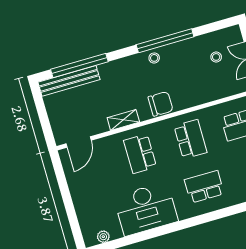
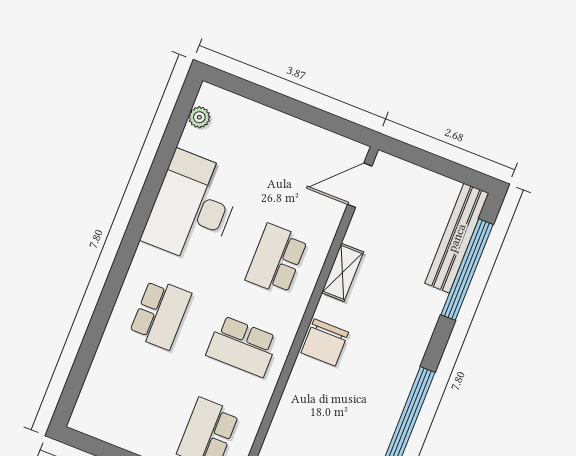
stool: (154, 58) -> (396, 383), removed
door: (79, 142) -> (360, 185), hinge flipped
school desk: (140, 154) -> (277, 259), turned -90

